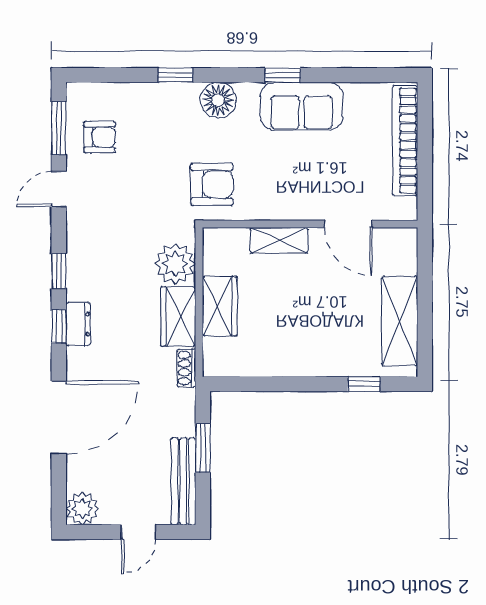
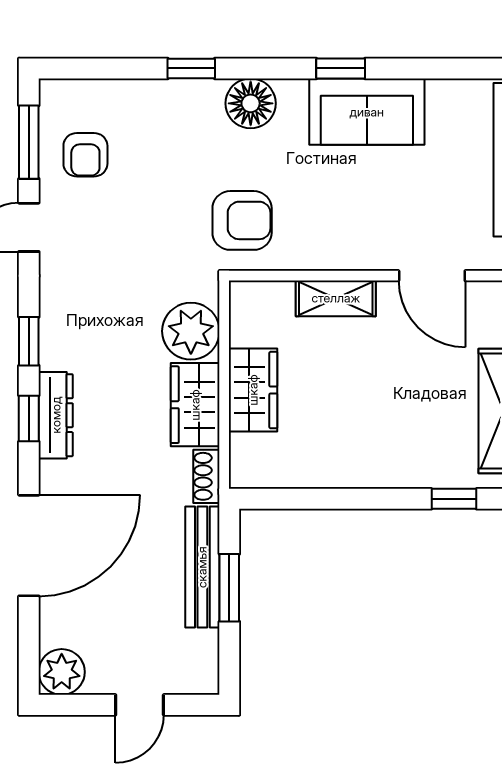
armchair: (99, 137) -> (85, 155), turned 90
dresser: (78, 324) -> (56, 415), width x1.44
bench: (183, 481) -> (202, 567), moved

